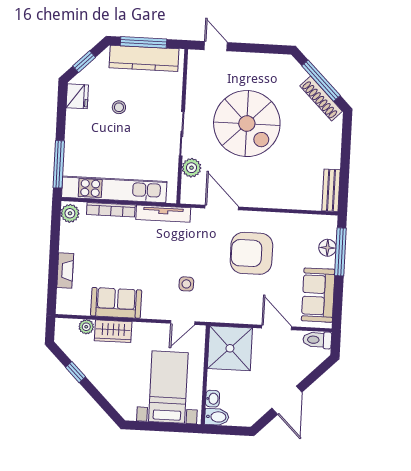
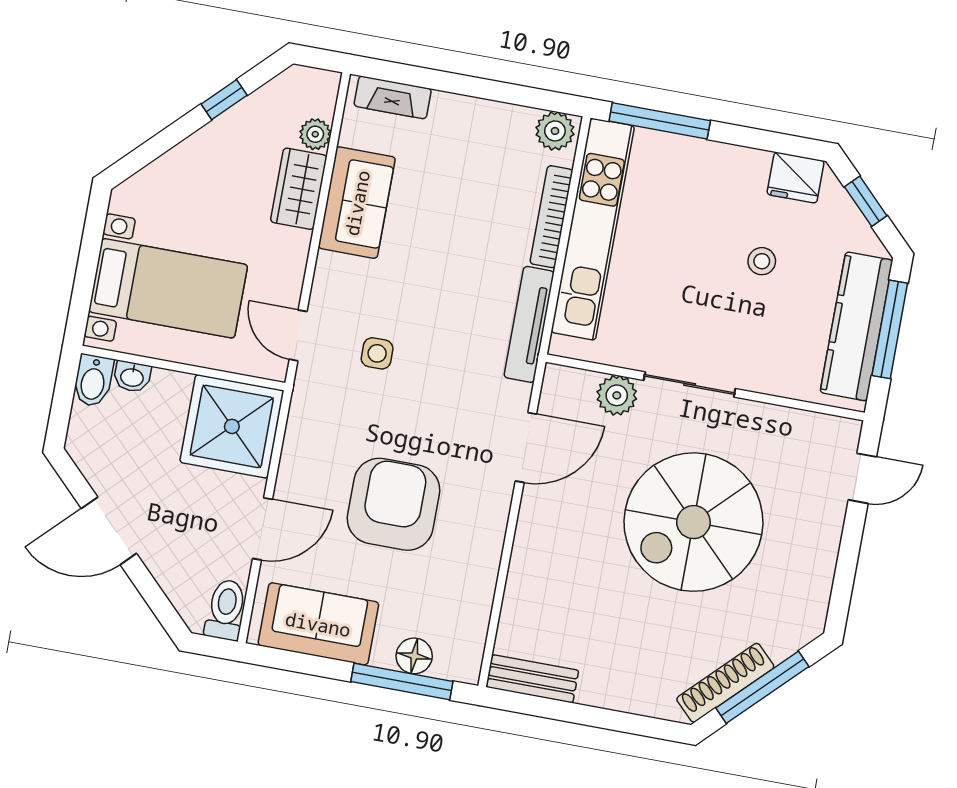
armchair: (251, 253) -> (394, 504), moved
fireplace: (65, 270) -> (393, 97), moved

